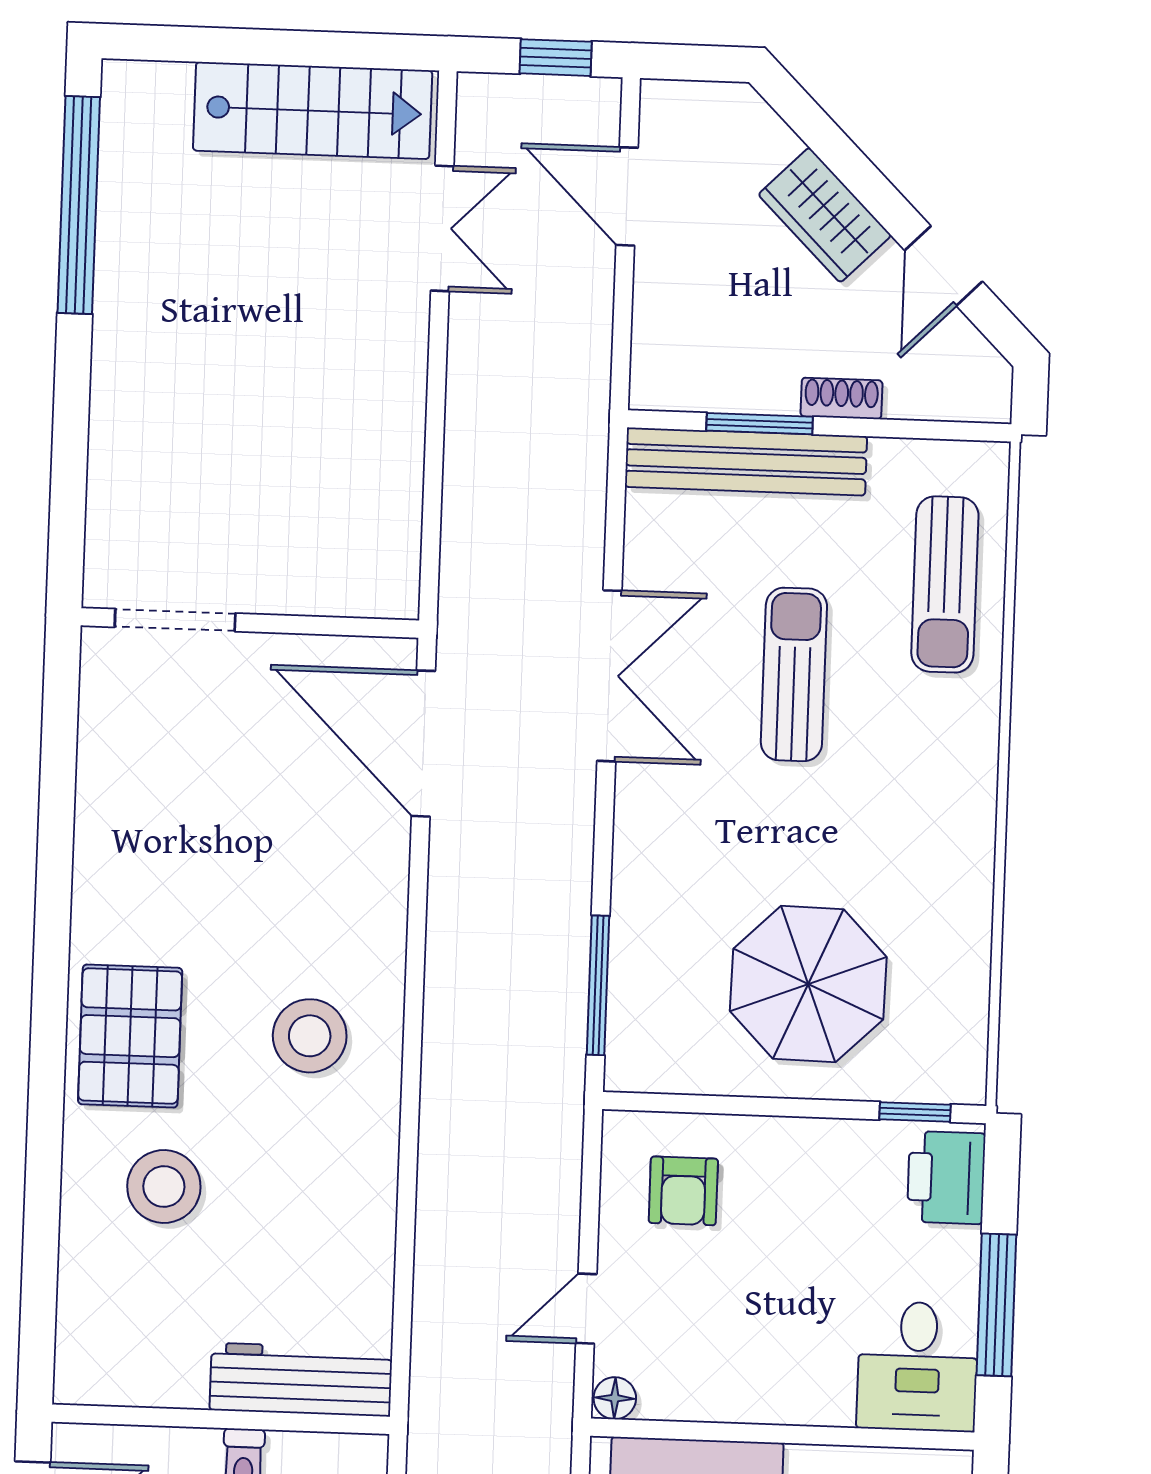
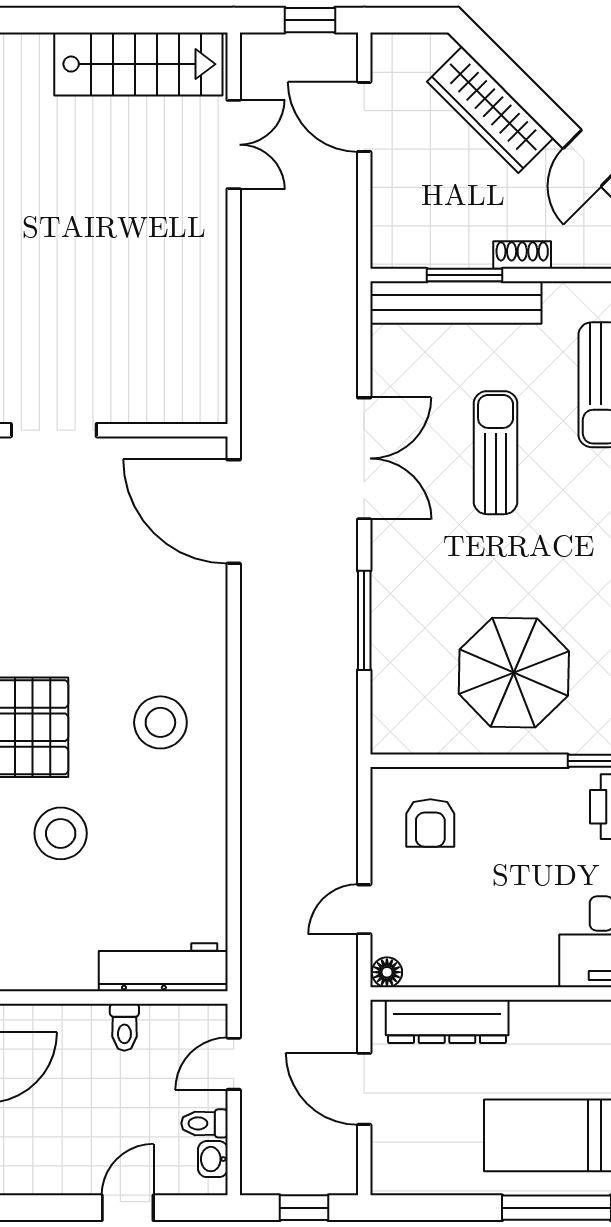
wardrobe: (825, 215) -> (490, 110), width x1.50
window: (598, 985) -> (364, 620), moved

